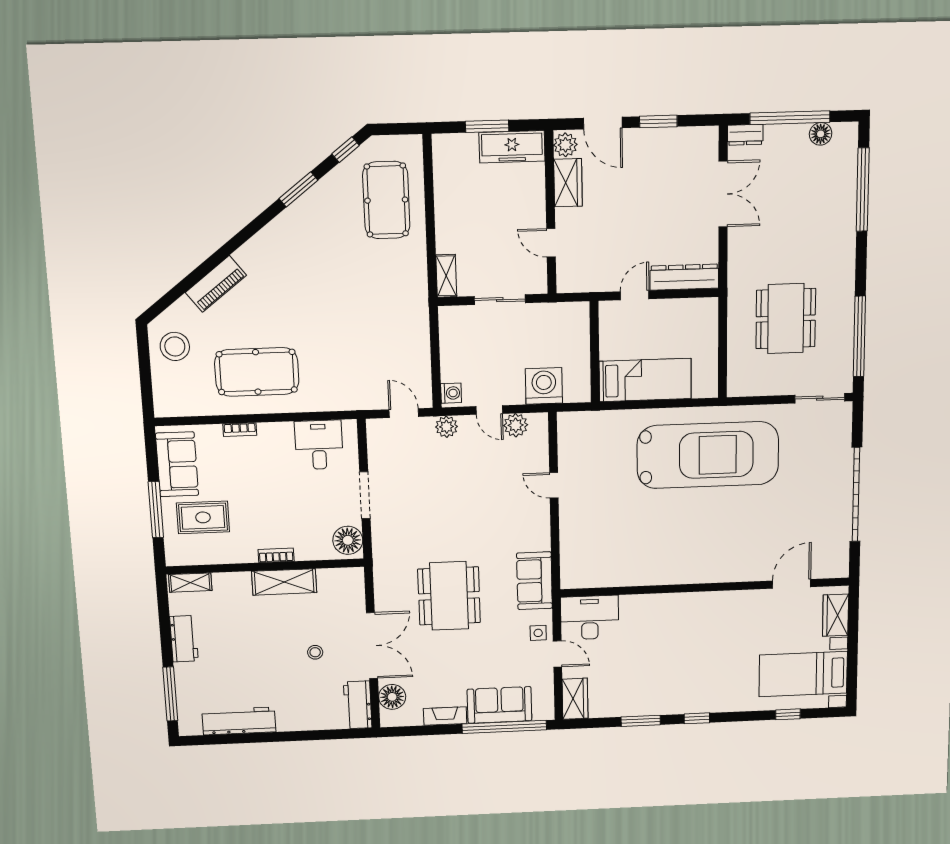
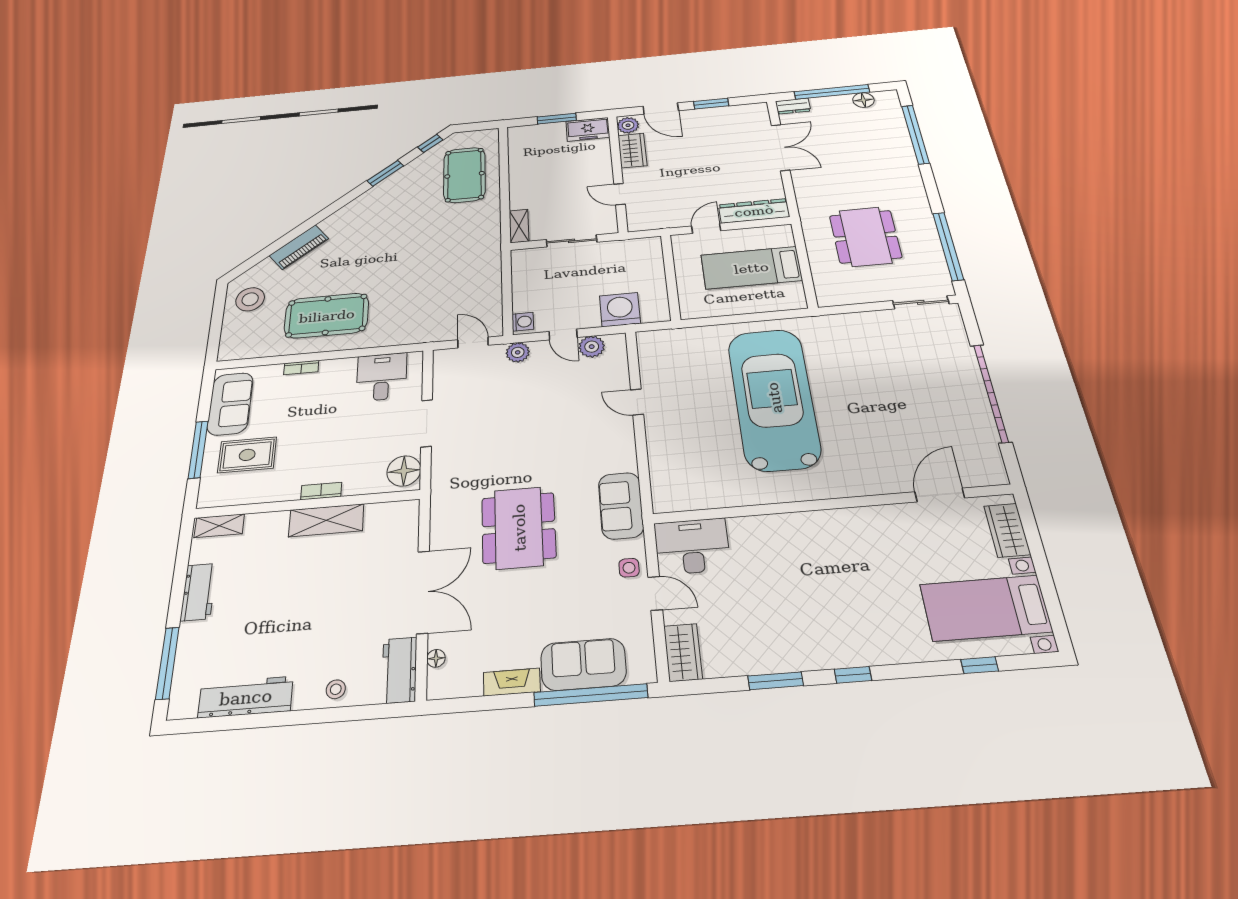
freezer: (512, 147) -> (588, 129), width x0.71
bed: (645, 380) -> (751, 268), moved, turned 180
car: (708, 455) -> (774, 398), moved, turned -90
stool: (315, 652) -> (336, 689), moved
floor lamp: (392, 697) -> (436, 658), width x0.53, depth x0.53

